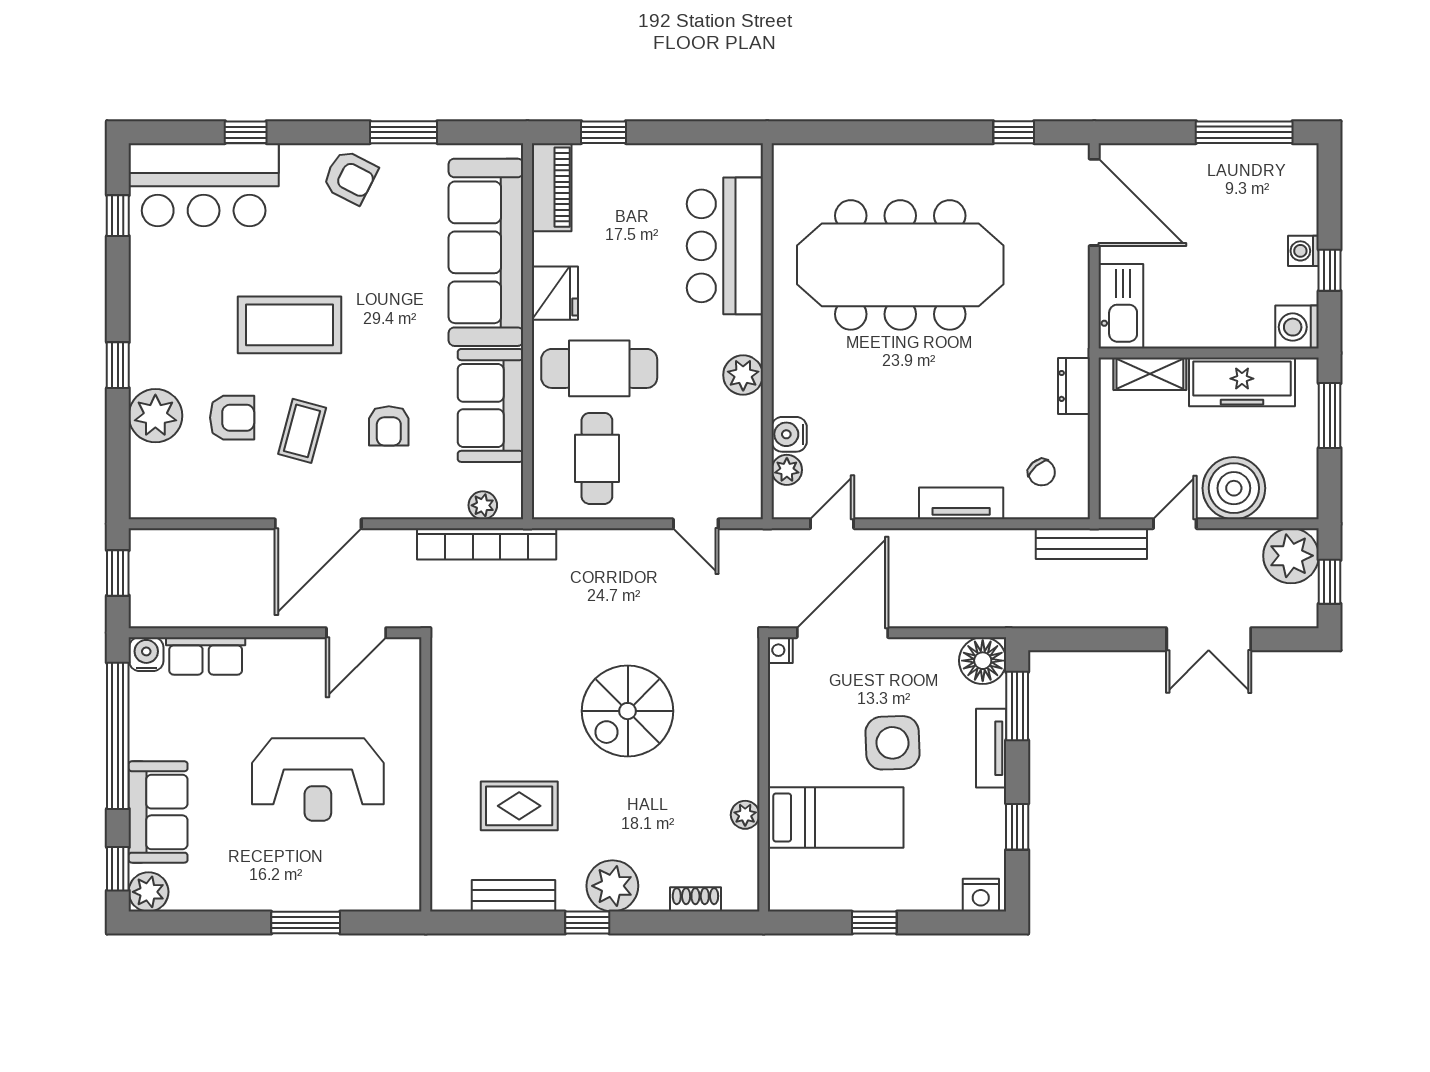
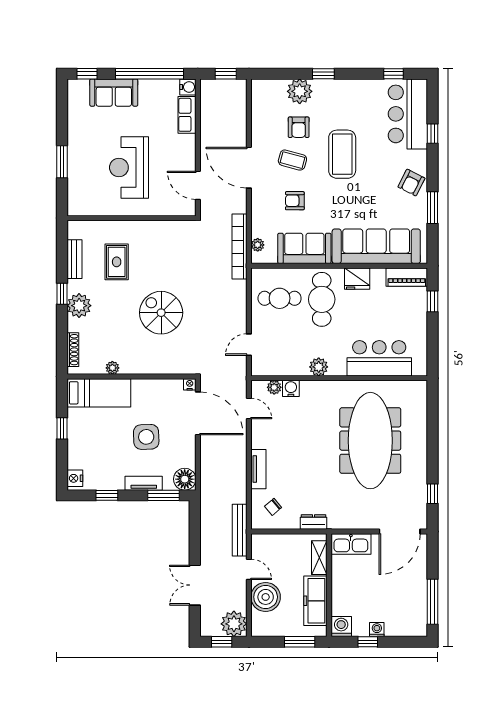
bed: (836, 817) -> (99, 393), moved, turned -90
plant: (148, 892) -> (76, 88), removed
shoe rack: (695, 899) -> (73, 350), width x1.43

